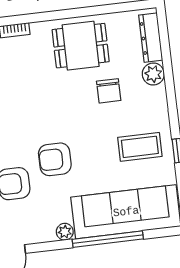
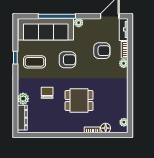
dining table: (81, 46) -> (79, 101), moved
armchair: (55, 159) -> (67, 60), moved

